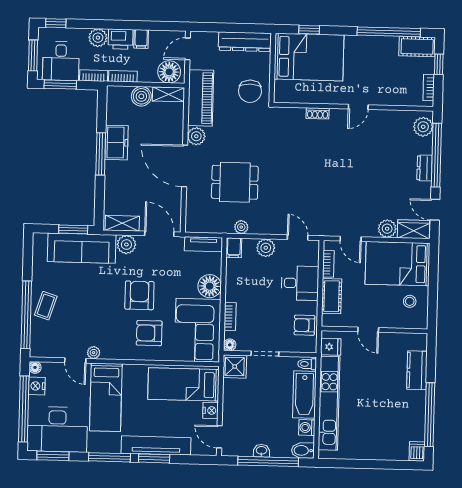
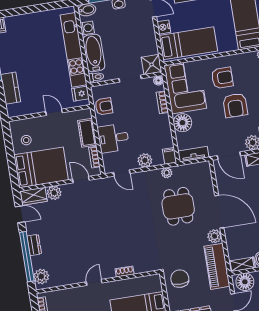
dining table: (235, 182) -> (178, 206), turned 90

